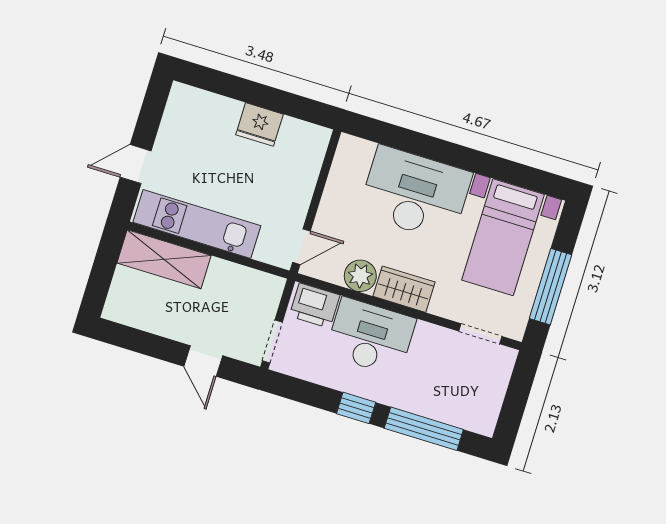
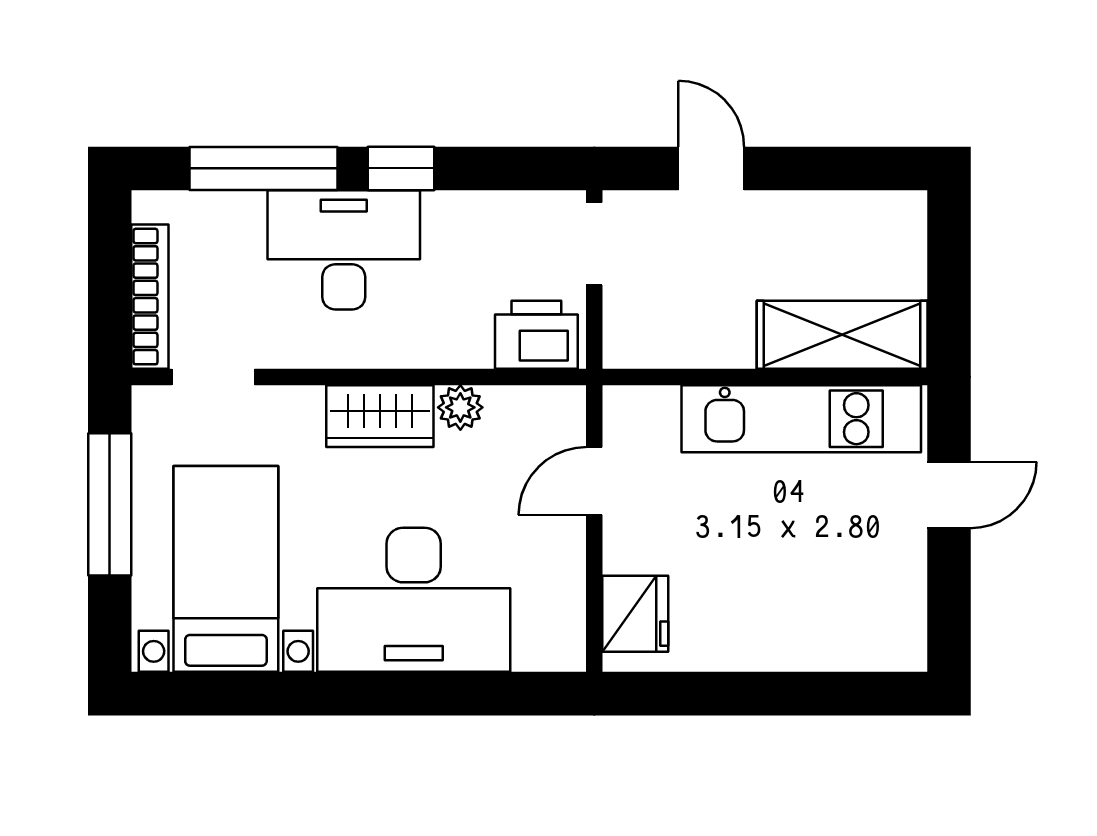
fridge: (259, 124) -> (635, 614), moved, turned 90
door: (301, 247) -> (594, 481), moved
plant: (360, 276) -> (460, 407), width x0.73, depth x0.73
desk: (371, 337) -> (344, 250), moved, turned 180
bookcase: (499, 383) -> (150, 297), added

